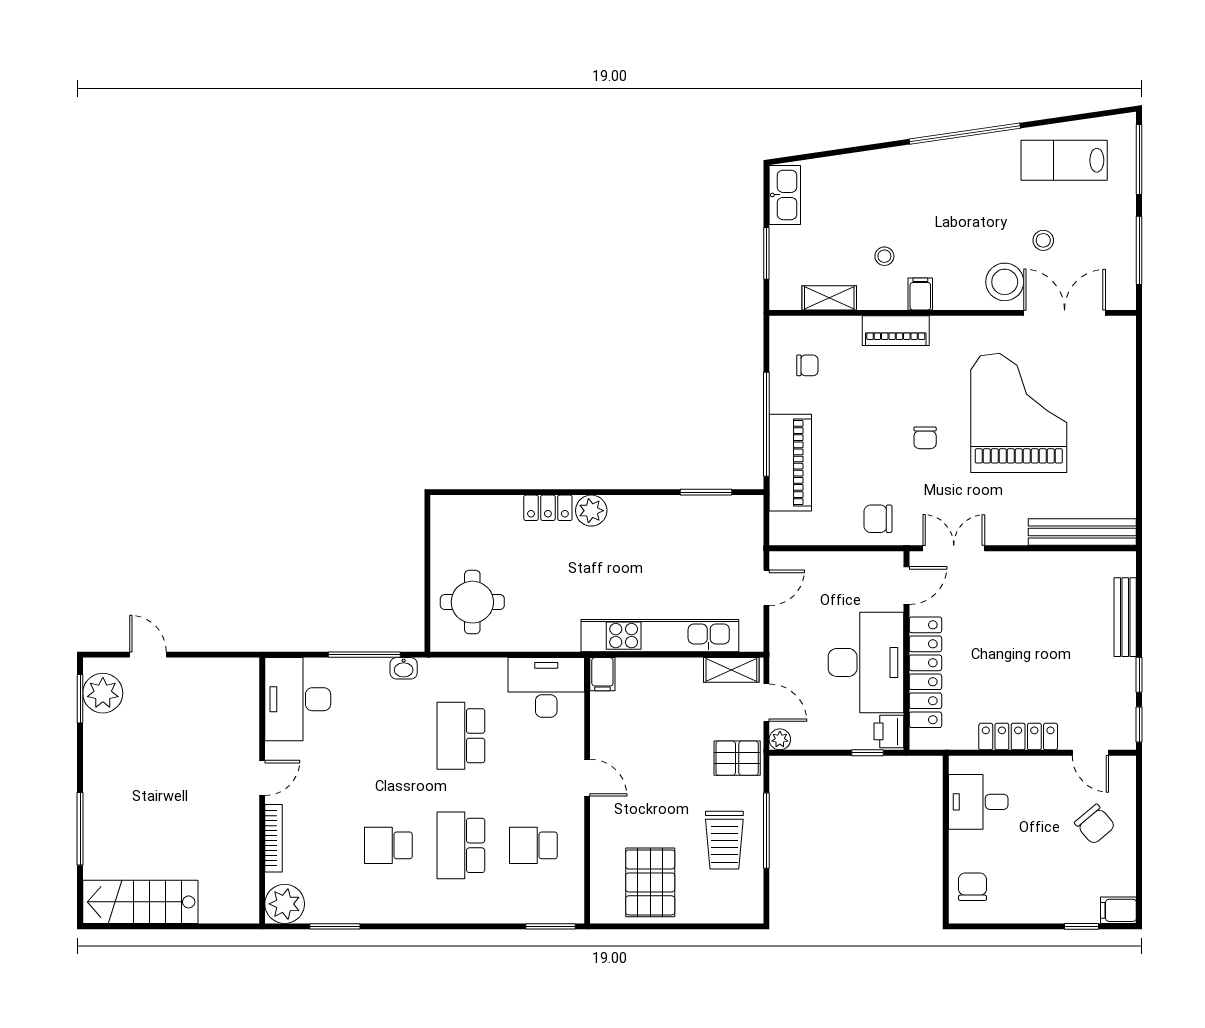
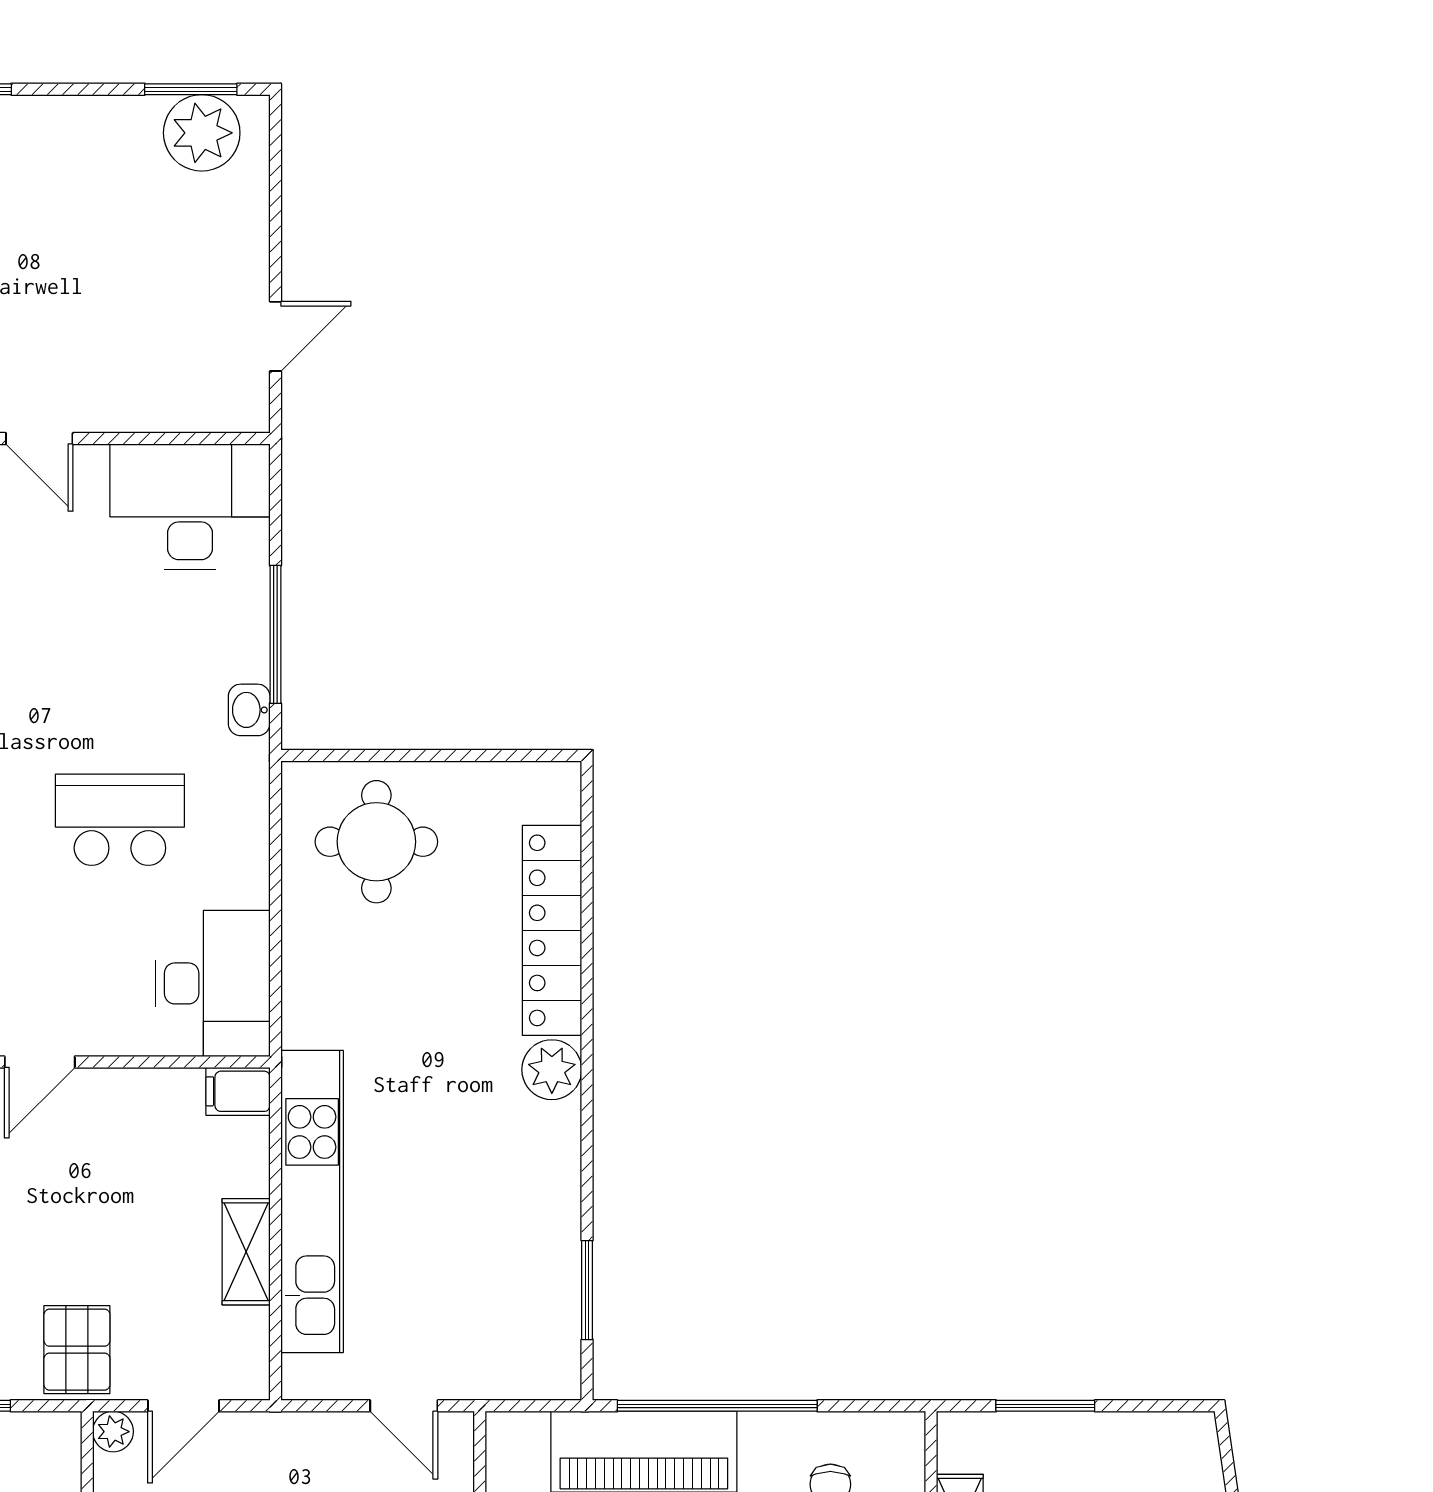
kitchen sink: (785, 195) -> (1157, 1441), removed
locker: (548, 508) -> (552, 930), width x2.16, depth x1.21
door: (148, 655) -> (275, 336), moved
shelving: (731, 670) -> (246, 1252), moved

